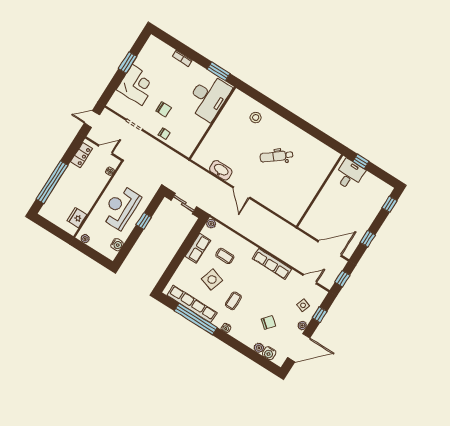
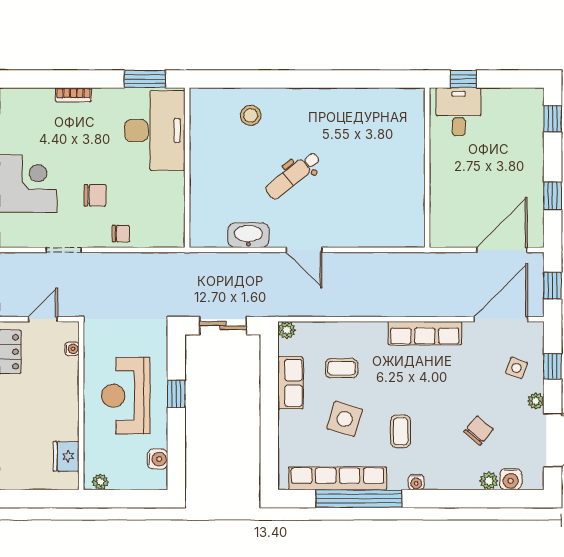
dental chair: (277, 156) -> (293, 175), moved
door: (310, 279) -> (501, 319), width x1.87

